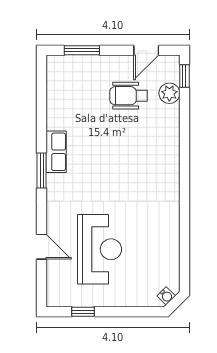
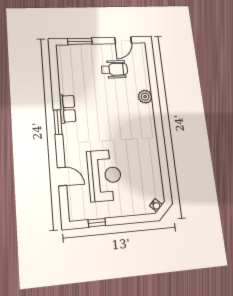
window: (184, 76) -> (150, 56), removed
plant: (169, 93) -> (145, 97), moved
wheelchair: (129, 96) -> (114, 69), turned 180

